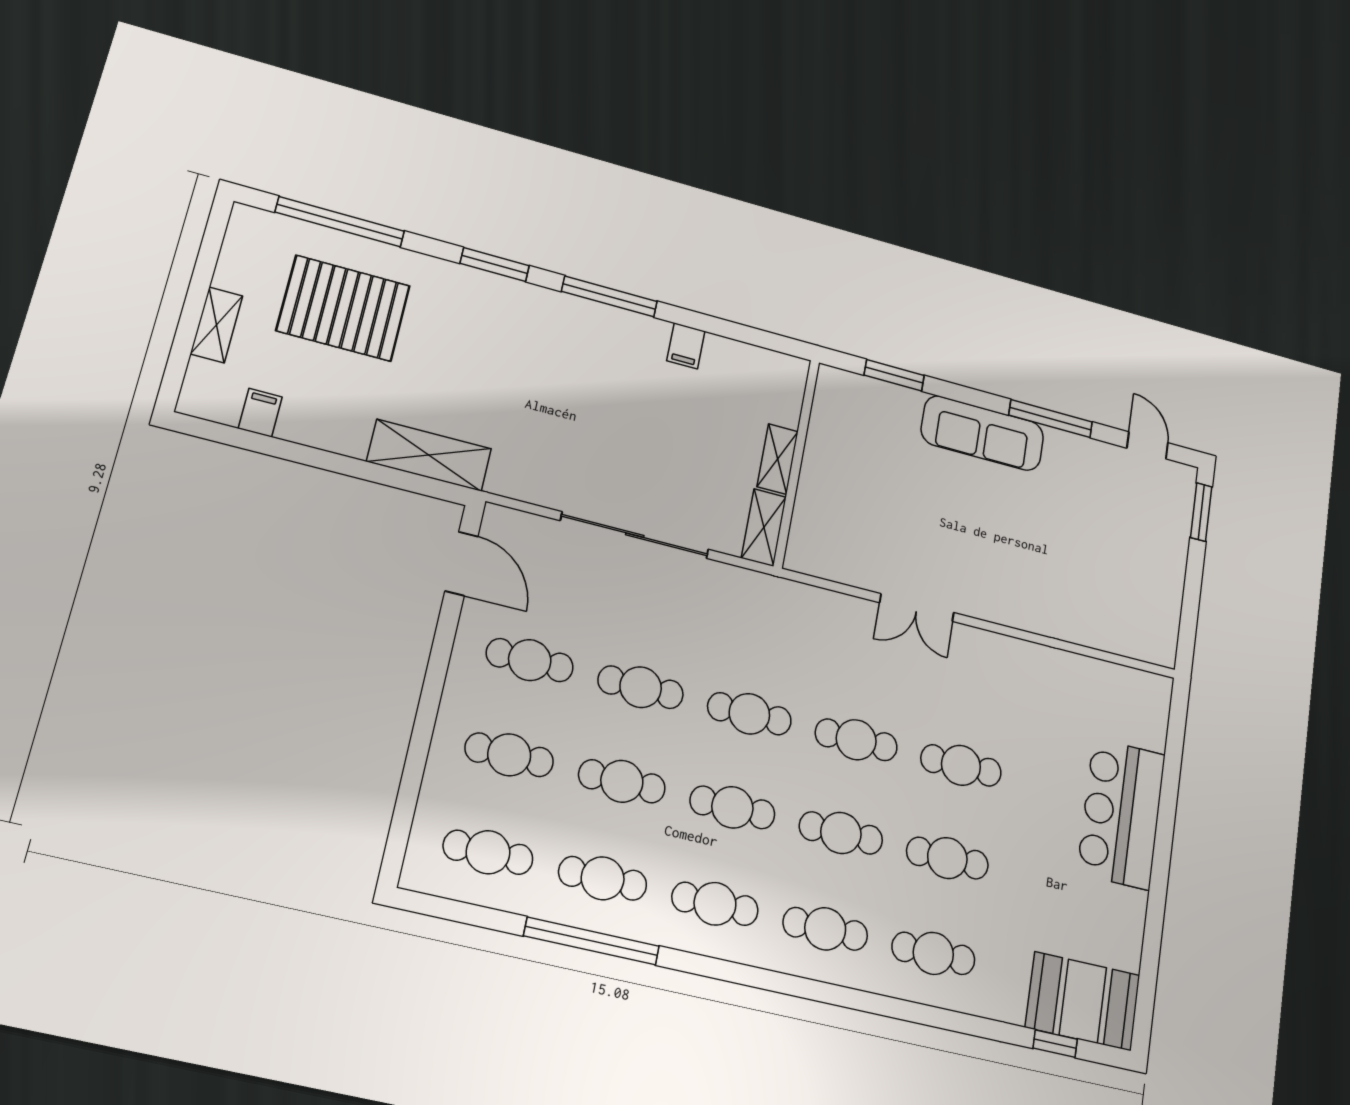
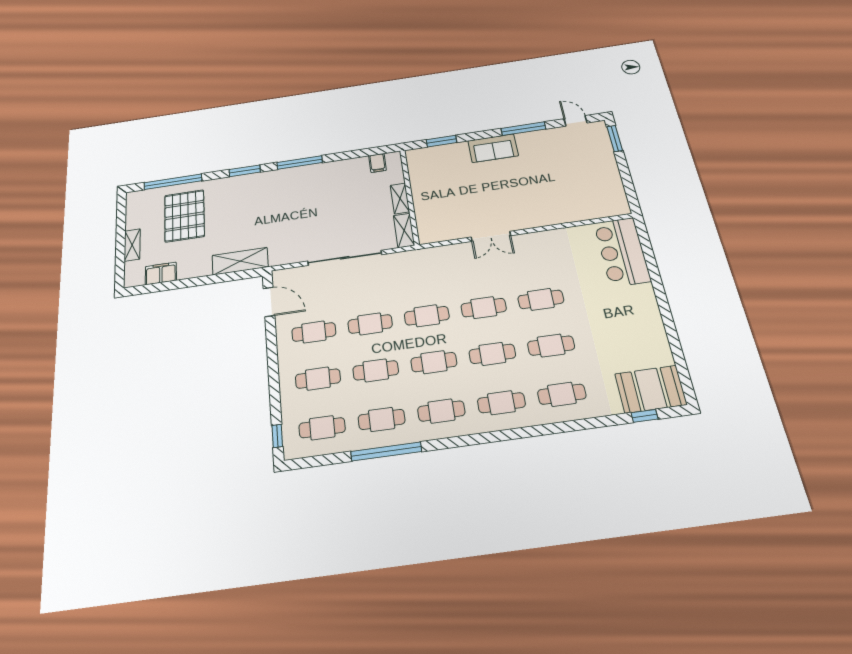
pallet: (343, 308) -> (184, 216), turned 90
filing cabinet: (686, 346) -> (378, 163), moved
filing cabinet: (260, 413) -> (161, 273), width x2.00
sofa: (983, 433) -> (493, 148), width x0.73
bar counter: (1121, 813) -> (622, 252), moved
window: (399, 836) -> (277, 436), added

